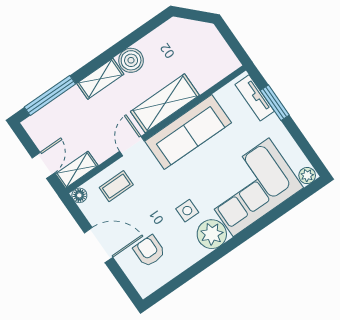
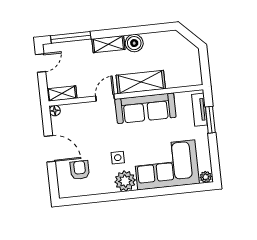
door: (43, 165) -> (41, 63), moved
coffee table: (116, 186) -> (81, 118), removed

